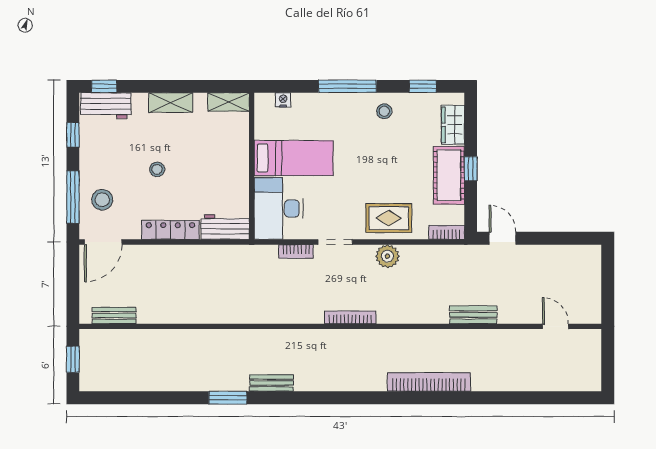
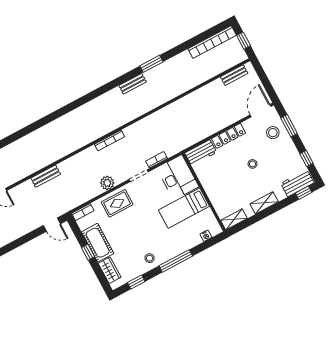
window: (73, 197) -> (289, 126), width x0.69
bookcase: (429, 382) -> (212, 42), moved

